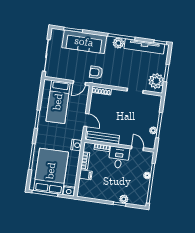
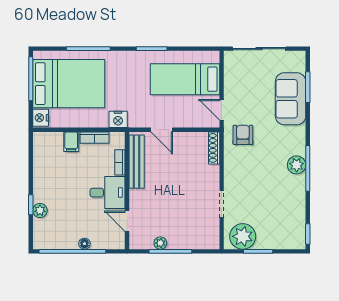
sofa: (84, 42) -> (291, 99), width x0.73
tv unit: (144, 46) -> (297, 209), removed
door: (86, 120) -> (162, 130), hinge flipped
door: (137, 148) -> (127, 221), swing flipped

